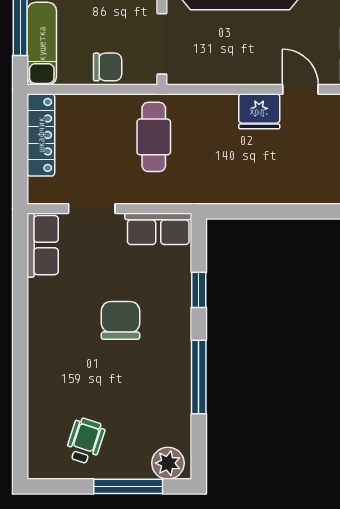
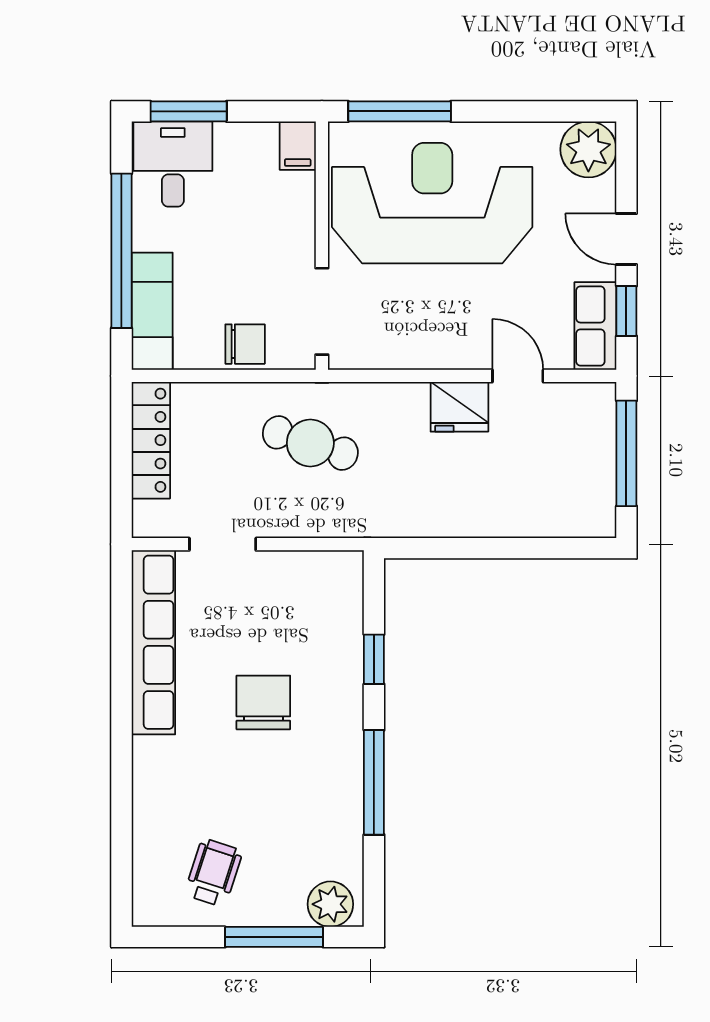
cafe table: (154, 137) -> (310, 443), turned -72
row of seats: (158, 229) -> (317, 573), removed
row of seats: (43, 245) -> (153, 642), width x2.02

